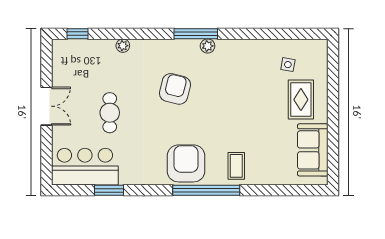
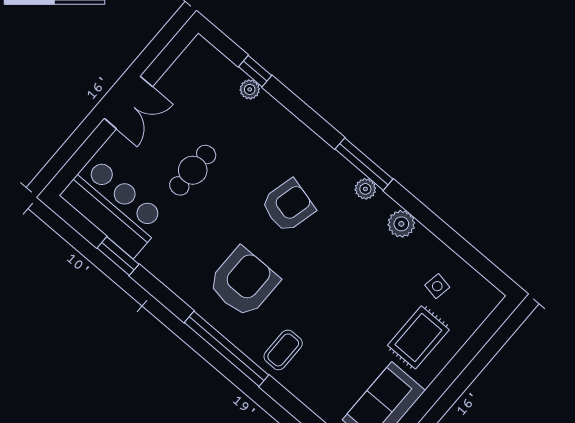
window: (77, 34) -> (255, 71), moved
plant: (123, 46) -> (250, 89), moved
plant: (242, 48) -> (401, 224), added
armchair: (186, 163) -> (243, 282), moved

